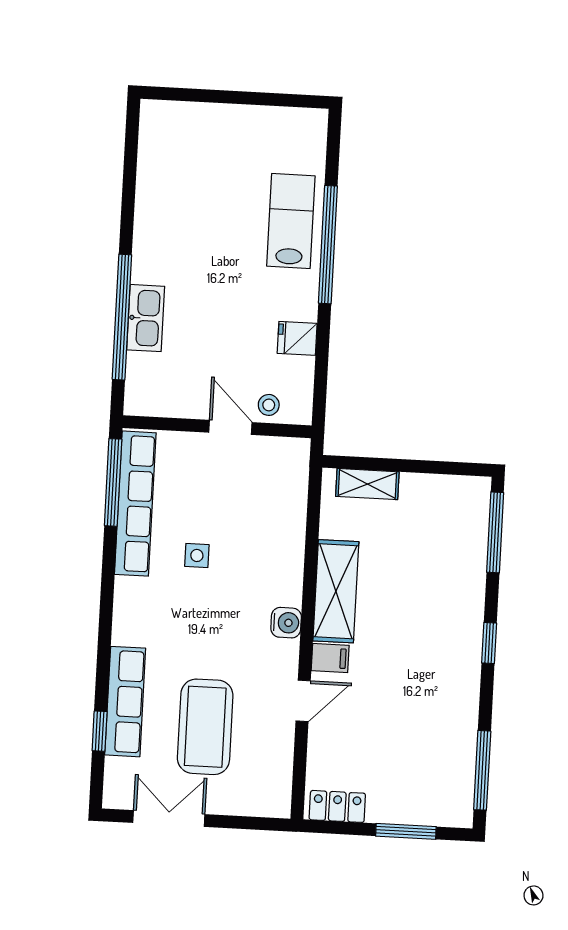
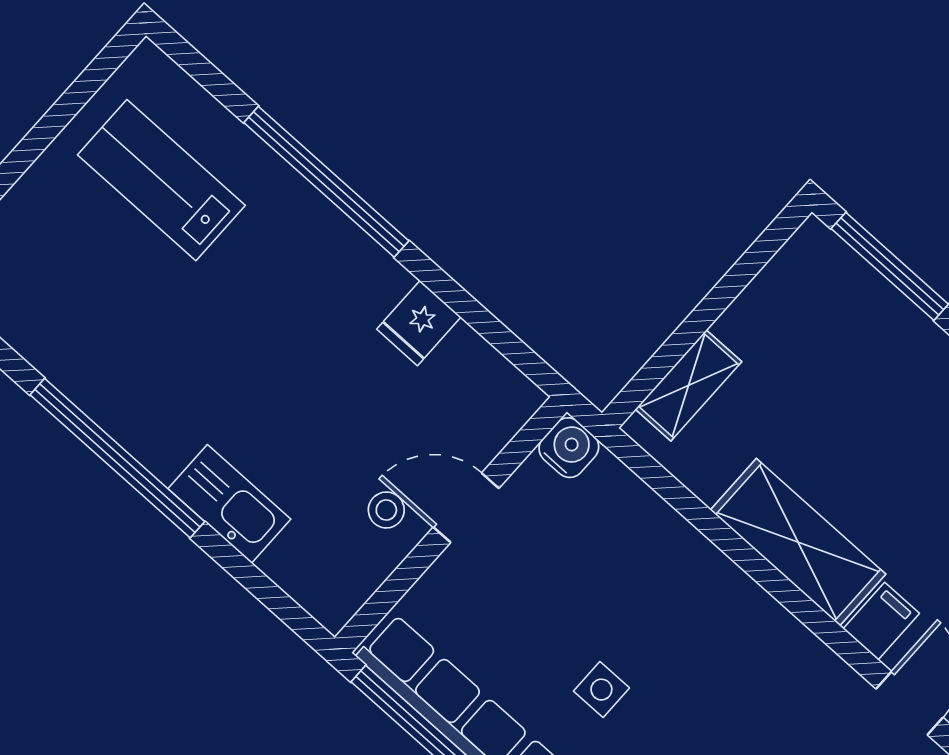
lab bench: (291, 221) -> (161, 180), moved
window: (122, 317) -> (117, 458), moved
stool: (269, 405) -> (386, 510), moved
water cooler: (286, 623) -> (569, 448), moved

